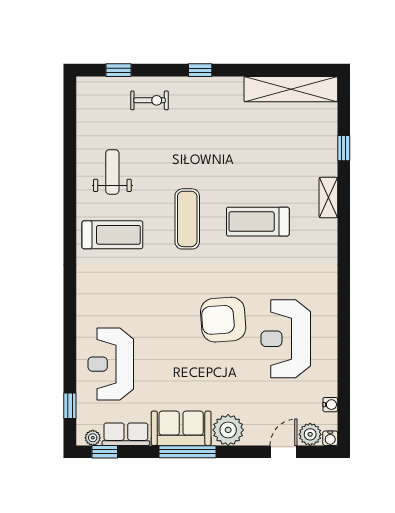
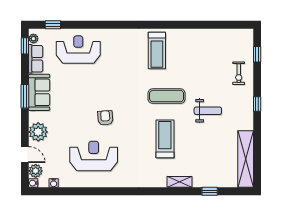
weight bench: (112, 172) -> (208, 111), moved
armchair: (223, 320) -> (105, 118), width x0.53, depth x0.53
plant: (228, 430) -> (38, 132), moved
window: (187, 452) -> (25, 96), width x0.69

